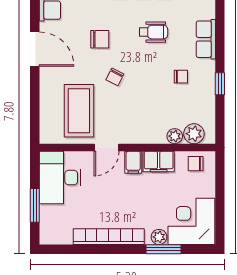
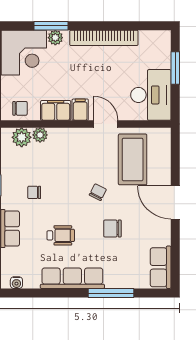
wheelchair: (153, 32) -> (61, 235), turned 180
door: (35, 49) -> (175, 202), moved
door: (107, 147) -> (106, 124), hinge flipped

